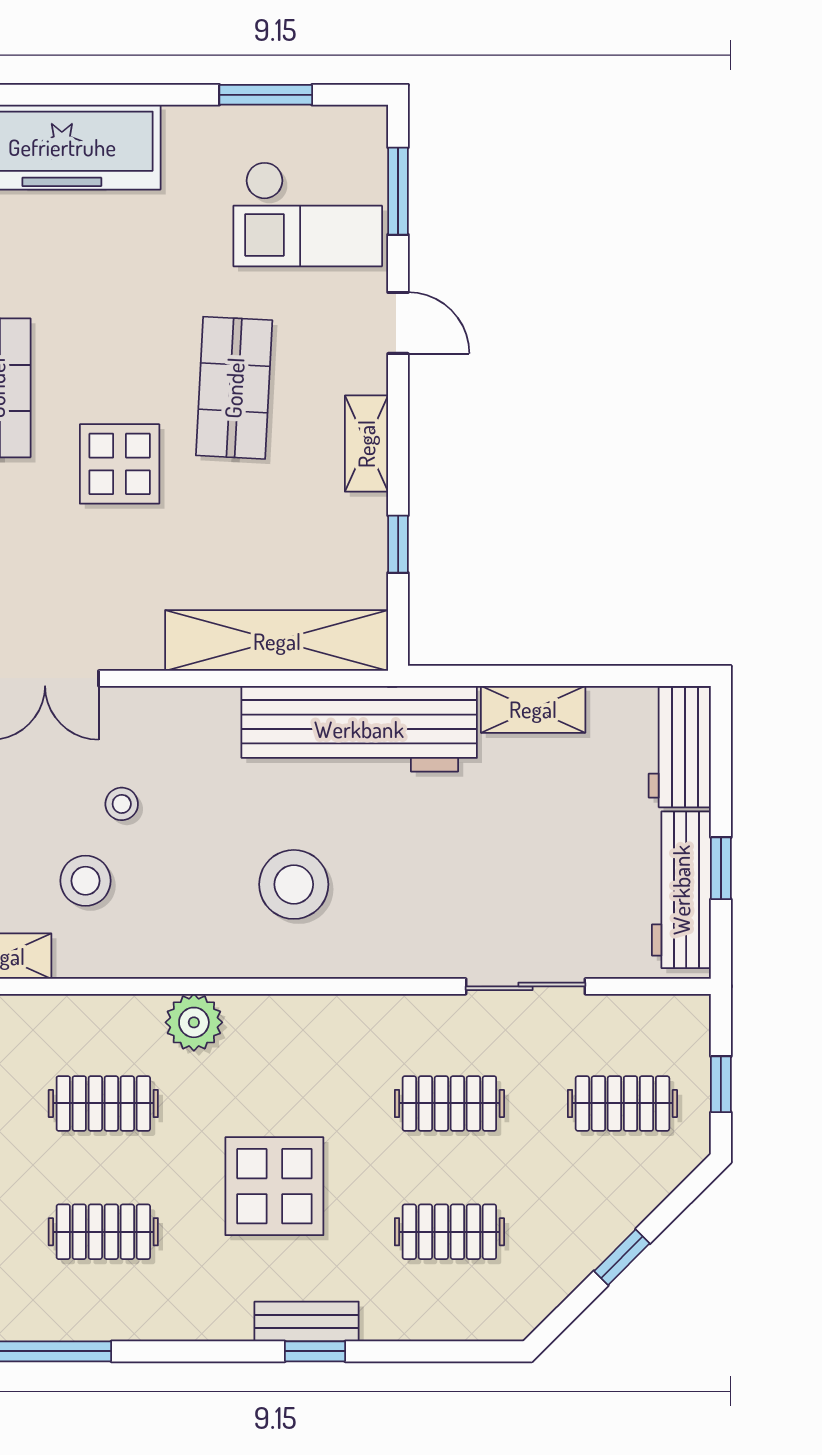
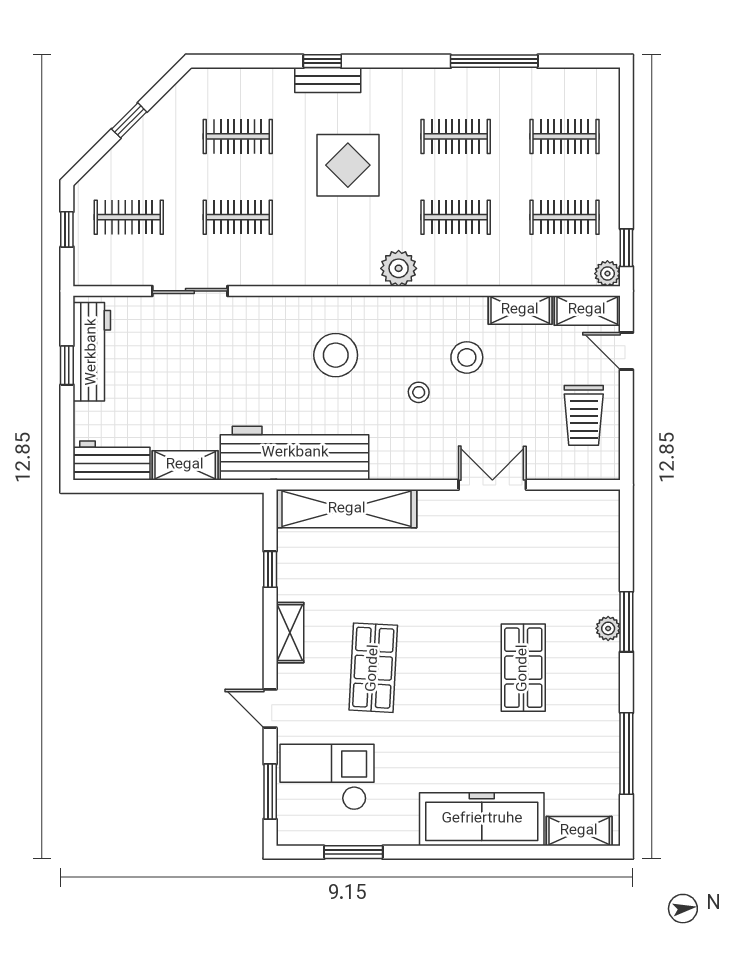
display table: (120, 464) -> (445, 620), removed
workbench: (680, 747) -> (112, 461), moved, turned -90
stool: (122, 804) -> (419, 392), moved

